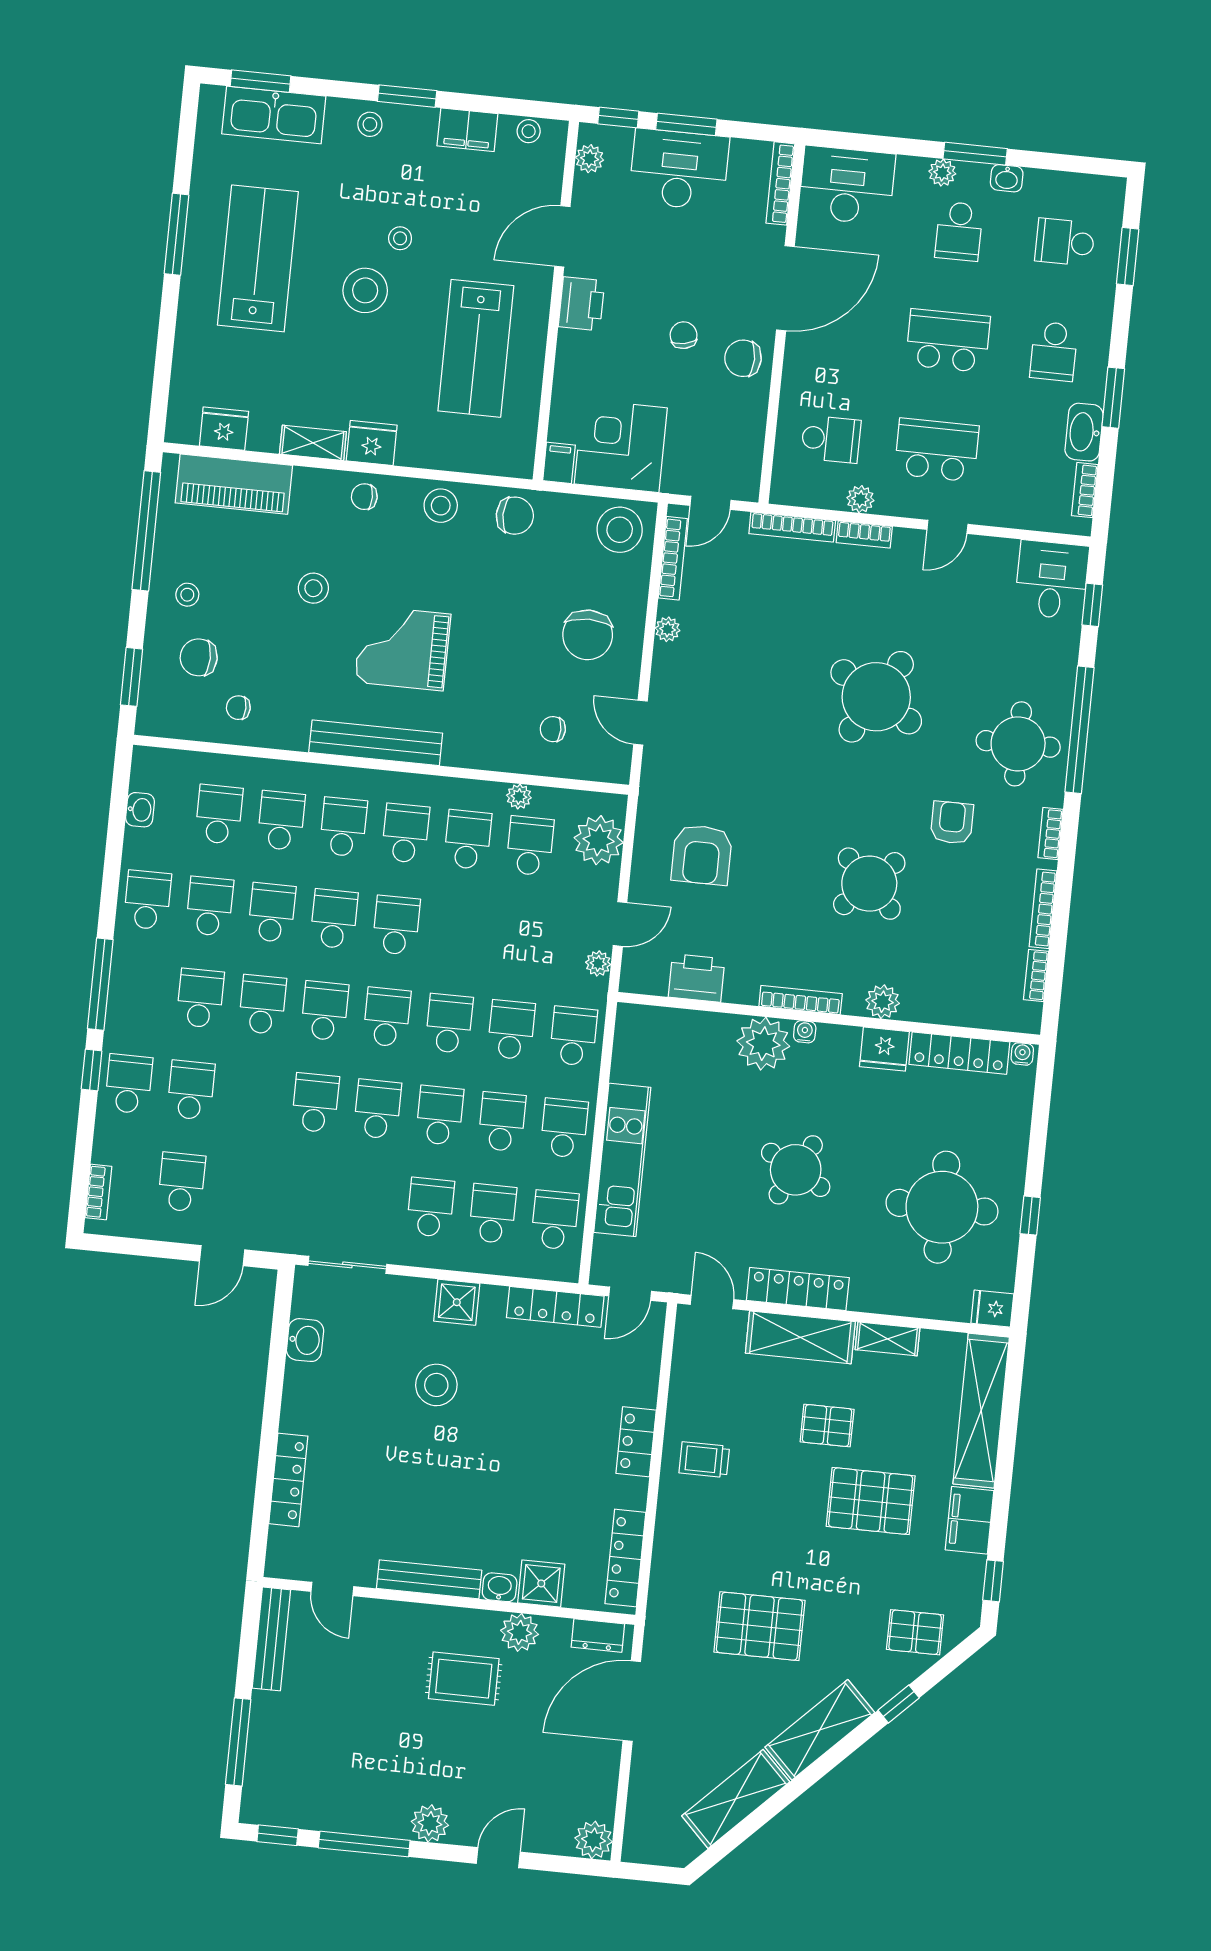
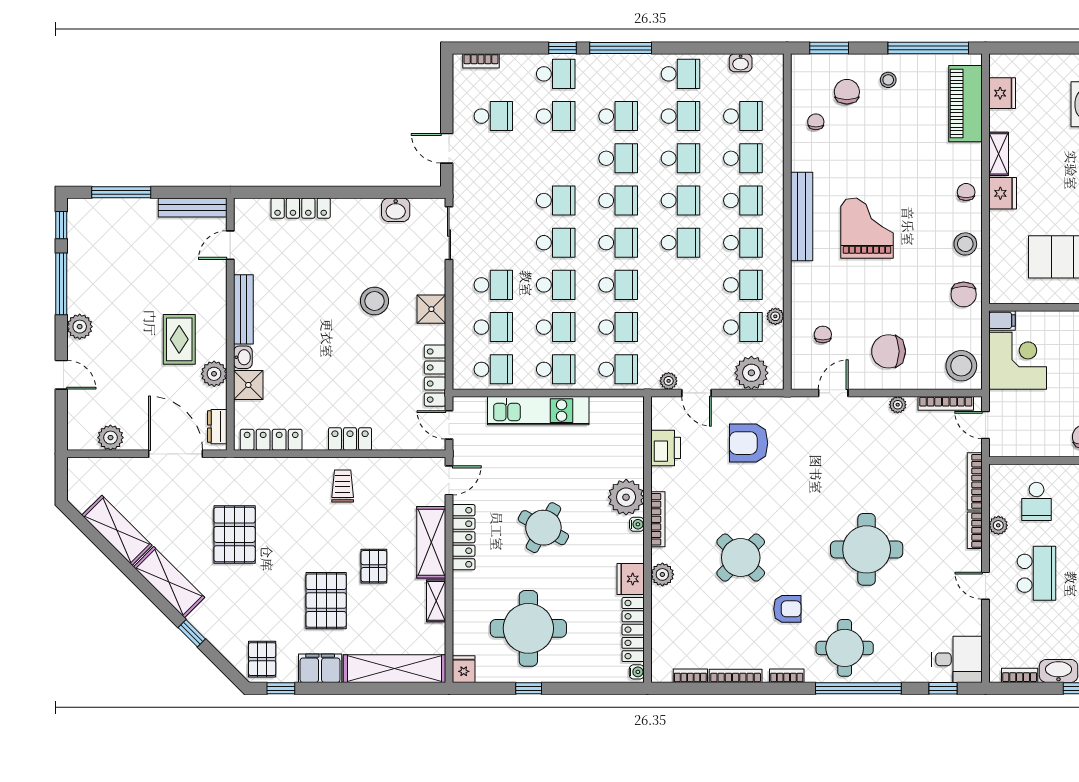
stool: (313, 588) -> (901, 164), removed
round table: (876, 697) -> (867, 549), turned -31
pallet: (915, 1632) -> (262, 659), moved
plant: (594, 1840) -> (110, 438), moved

